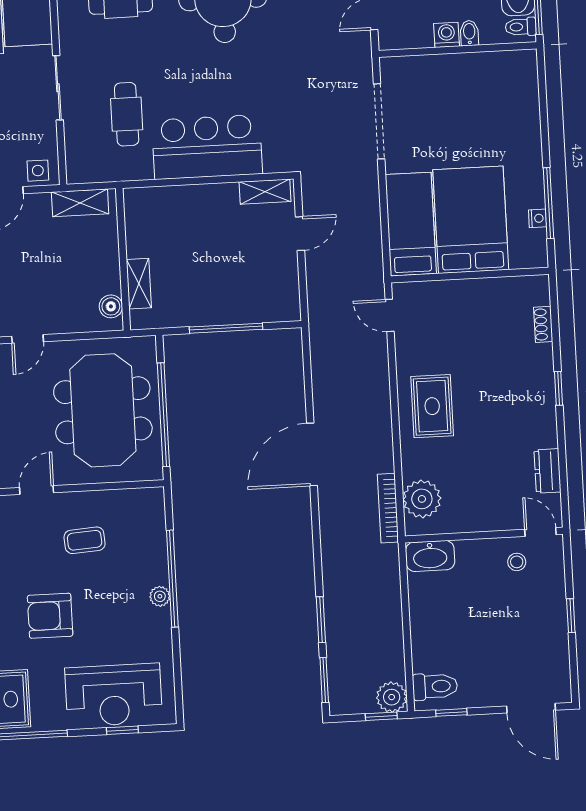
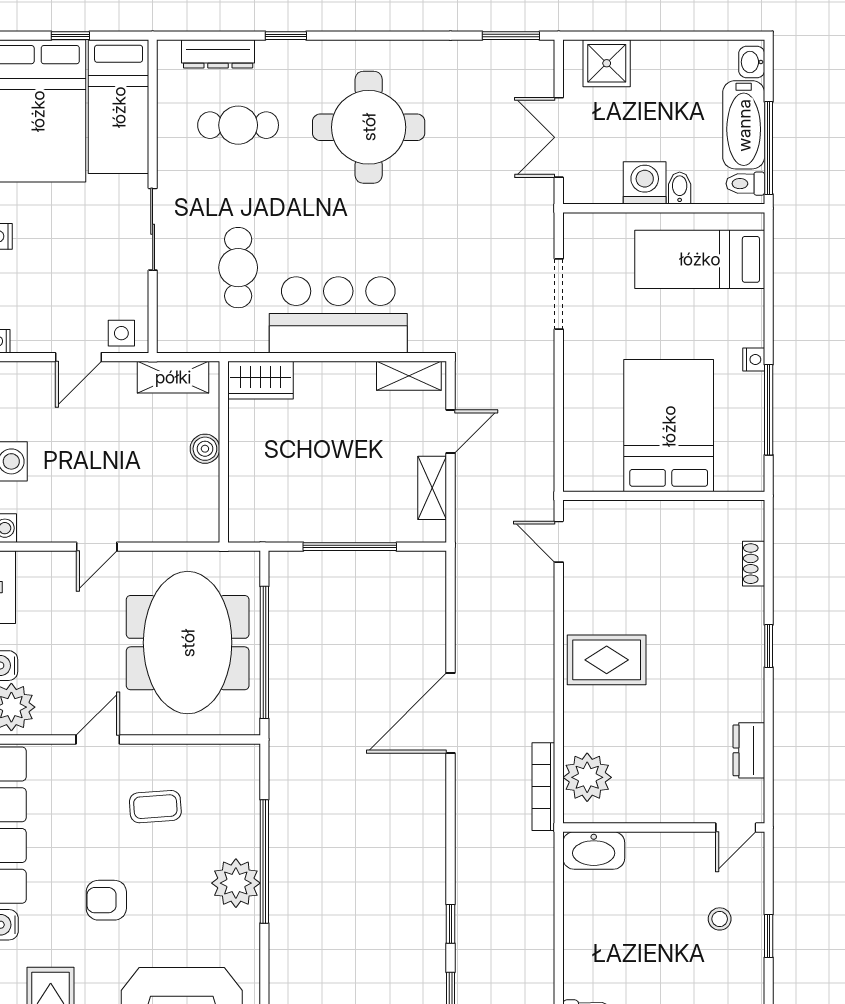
washing machine: (447, 35) -> (645, 183), width x1.38, depth x1.38
doorway: (379, 121) -> (559, 294), width x0.73
wardrobe: (149, 201) -> (260, 380), added
nightstand: (538, 218) -> (754, 359), moved
bed: (411, 224) -> (700, 259), moved, turned -90
shelving: (139, 284) -> (432, 488), moved
boiler: (111, 306) -> (205, 449), moved
rug: (432, 406) -> (607, 660), turned 90
door: (540, 532) -> (736, 827), swing flipped
stool: (517, 562) -> (720, 919), moved
plant: (160, 596) -> (236, 883), width x1.87, depth x1.87
armchair: (50, 616) -> (106, 900), width x0.72, depth x0.72
window: (321, 620) -> (450, 924), width x0.67

